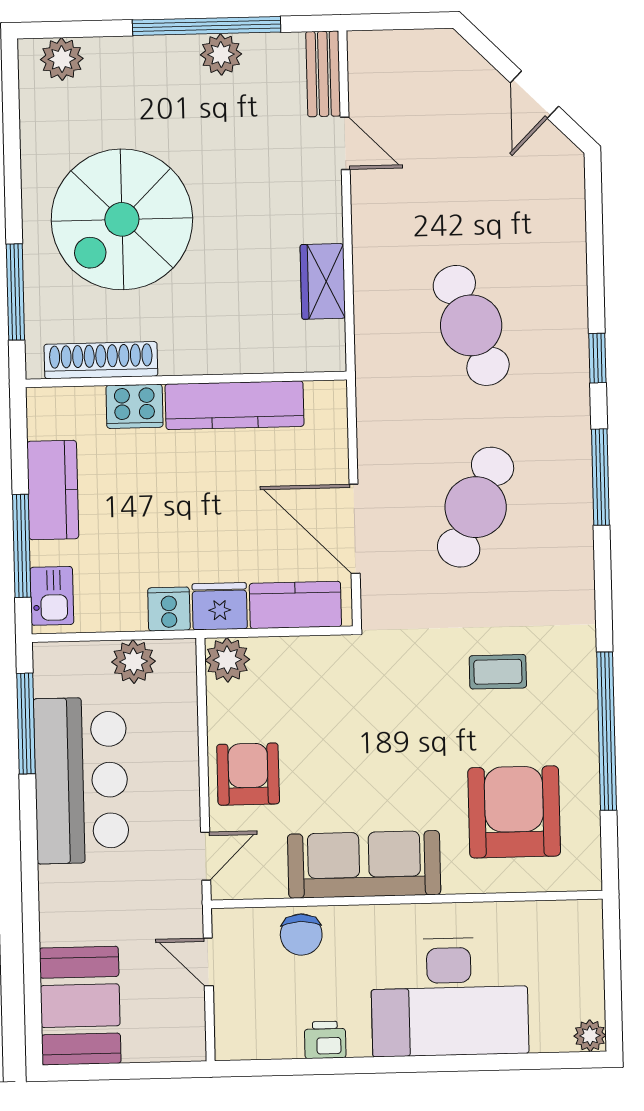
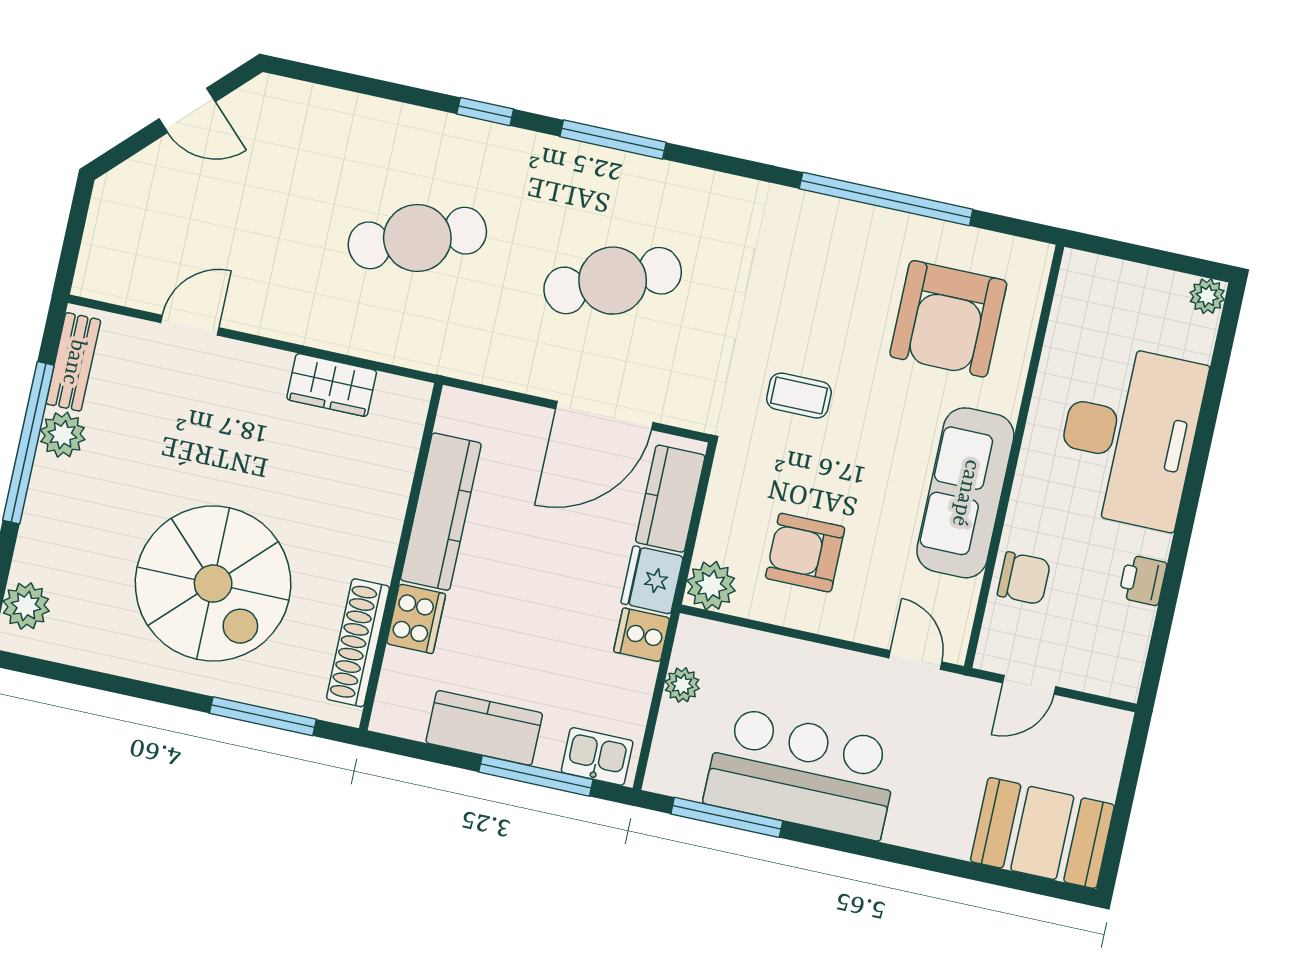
bench: (323, 74) -> (73, 362), moved, turned 90
cafe table: (476, 507) -> (613, 281), turned -48
plant: (134, 662) -> (682, 685), width x0.73, depth x0.73
coffee table: (498, 672) -> (799, 396), moved, turned 90
armchair: (248, 774) -> (805, 553), moved
armchair: (514, 812) -> (948, 319), turned -90

